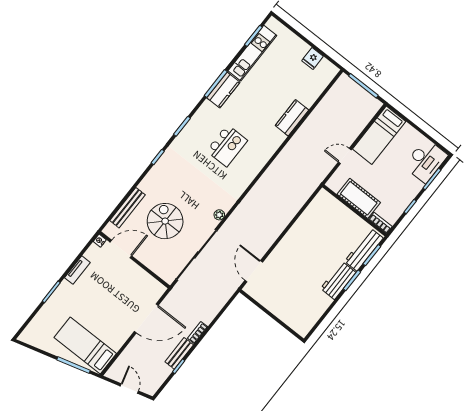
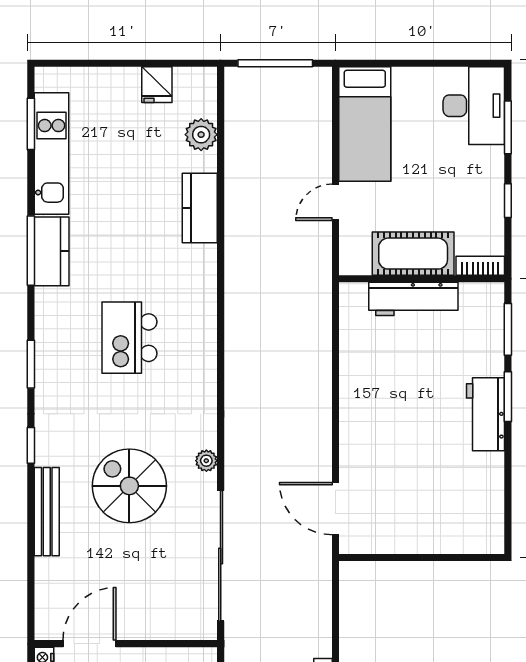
plant: (314, 91) -> (201, 135), added
kitchen island: (227, 146) -> (129, 338), turned 180
bench: (127, 208) -> (47, 512), moved
spiral stairs: (165, 221) -> (129, 486), moved
workbench: (364, 250) -> (413, 299), moved, turned -90

